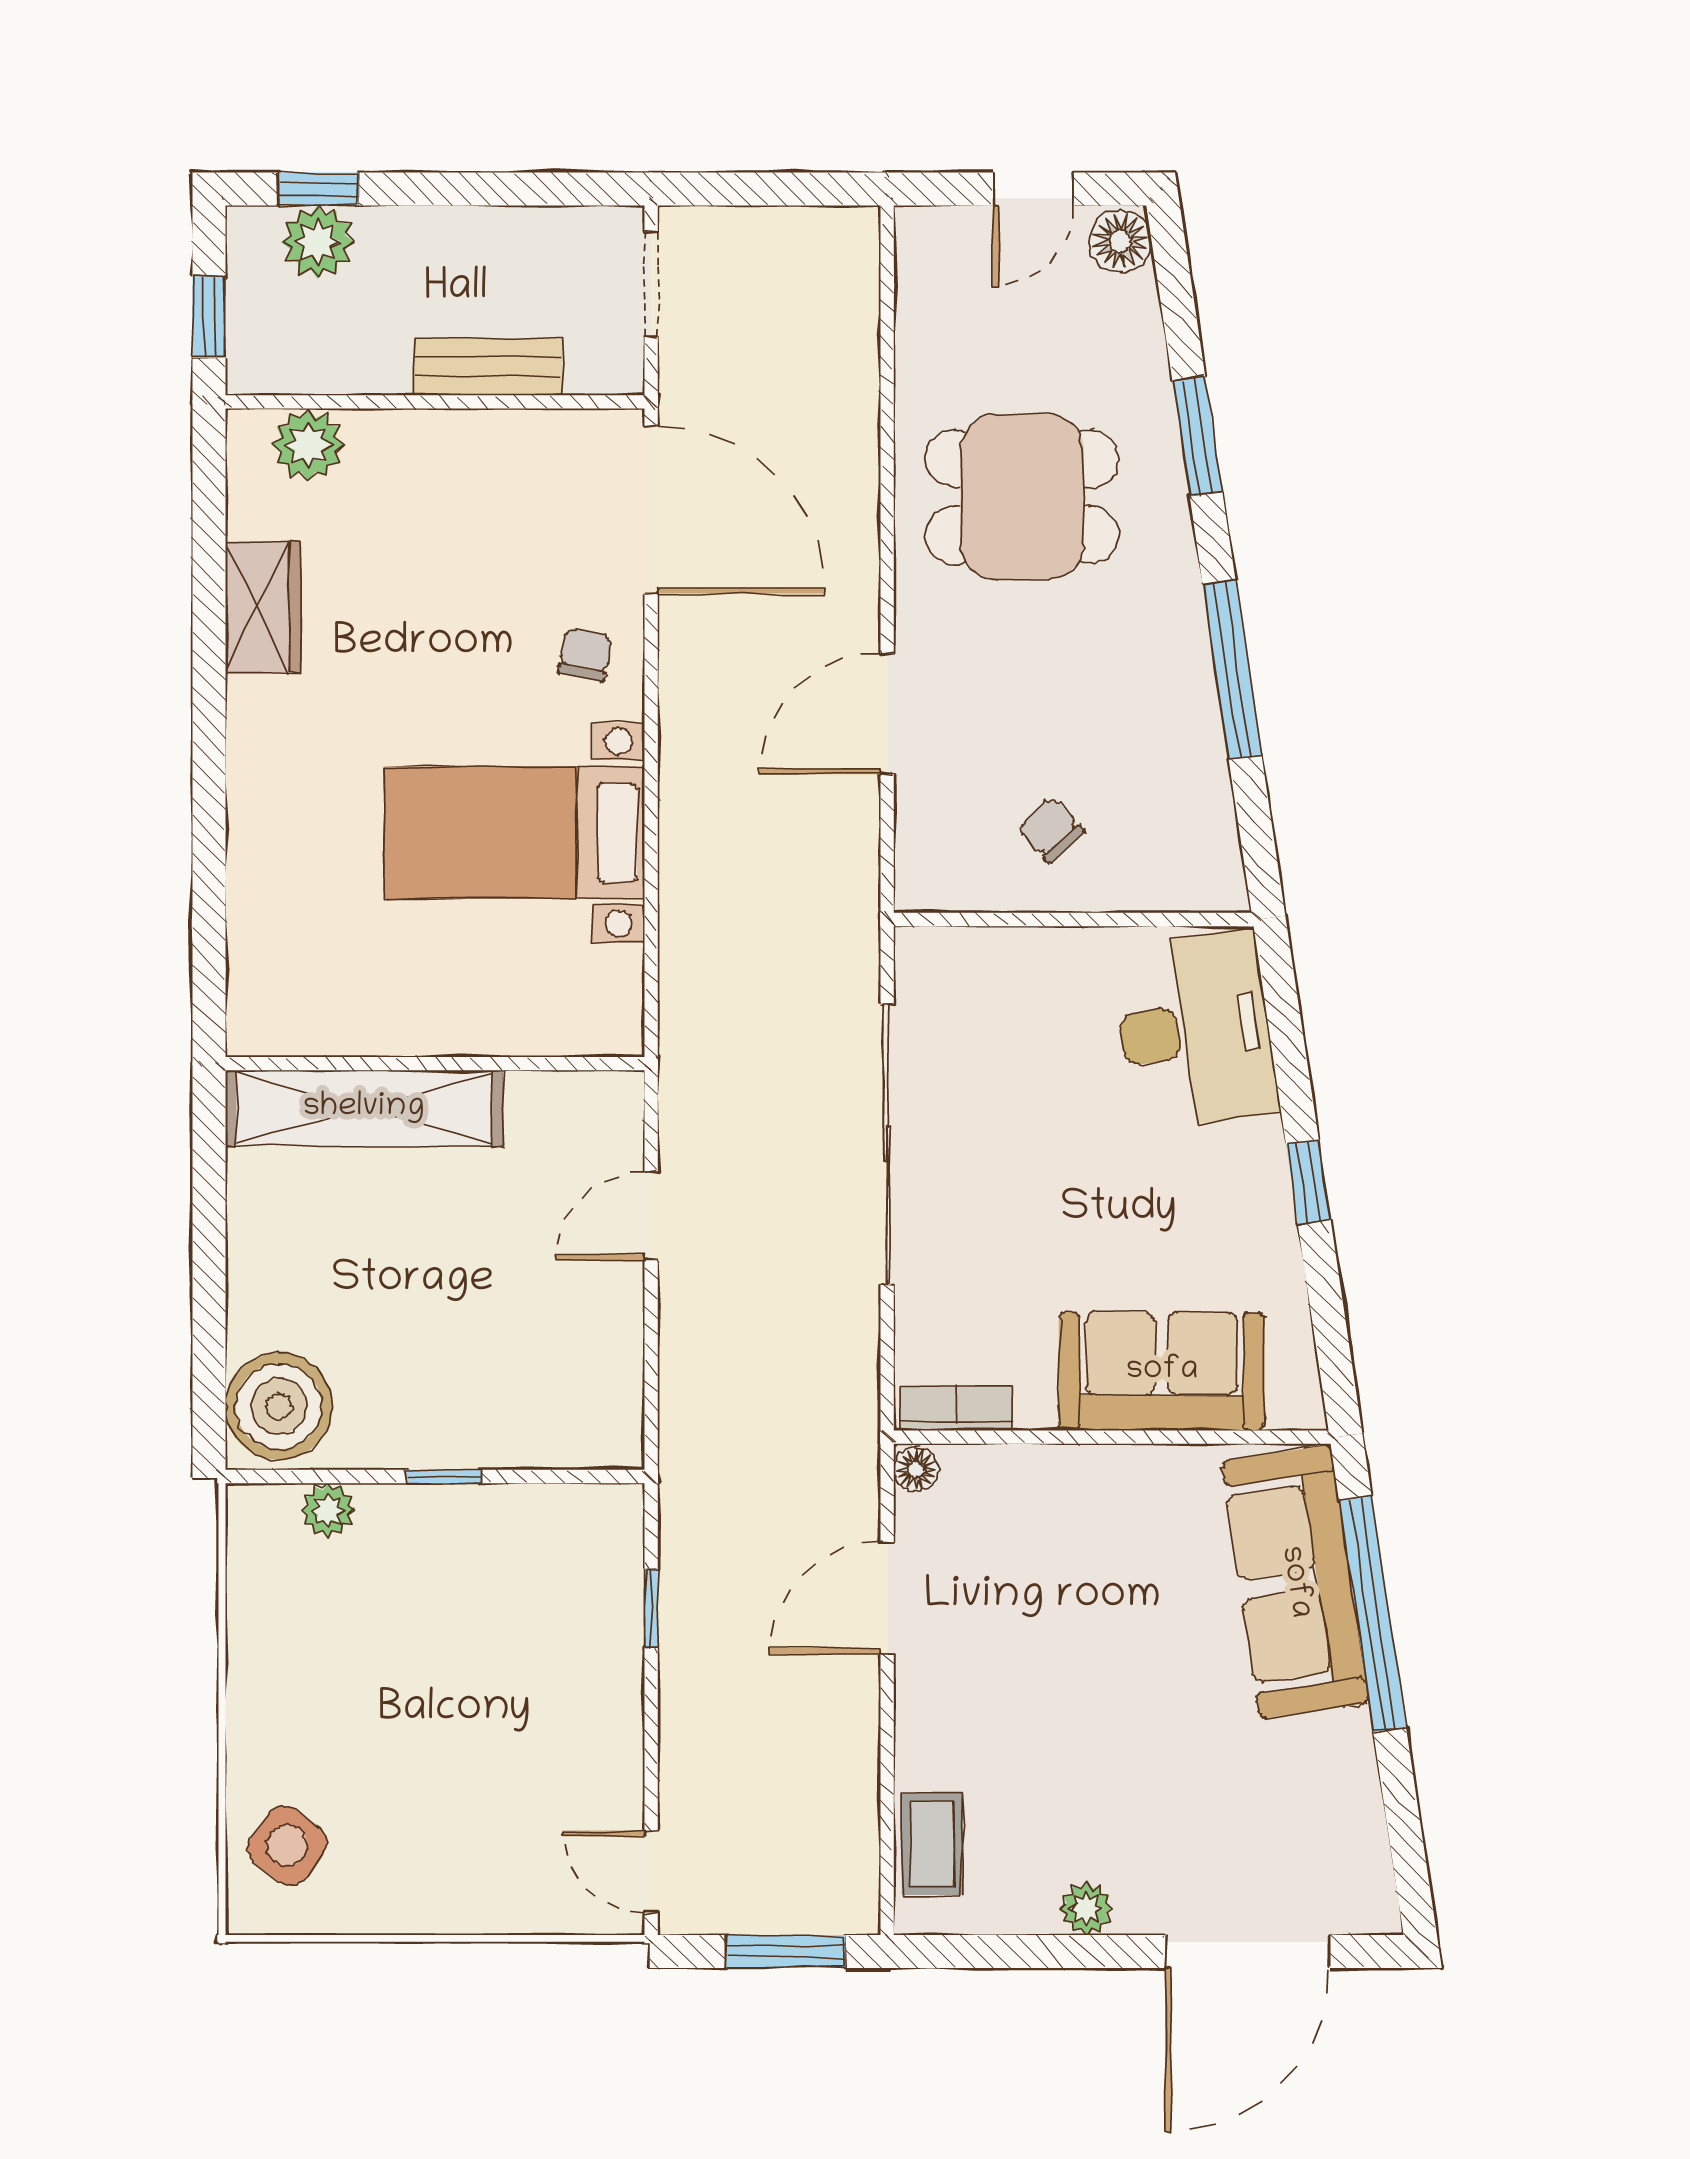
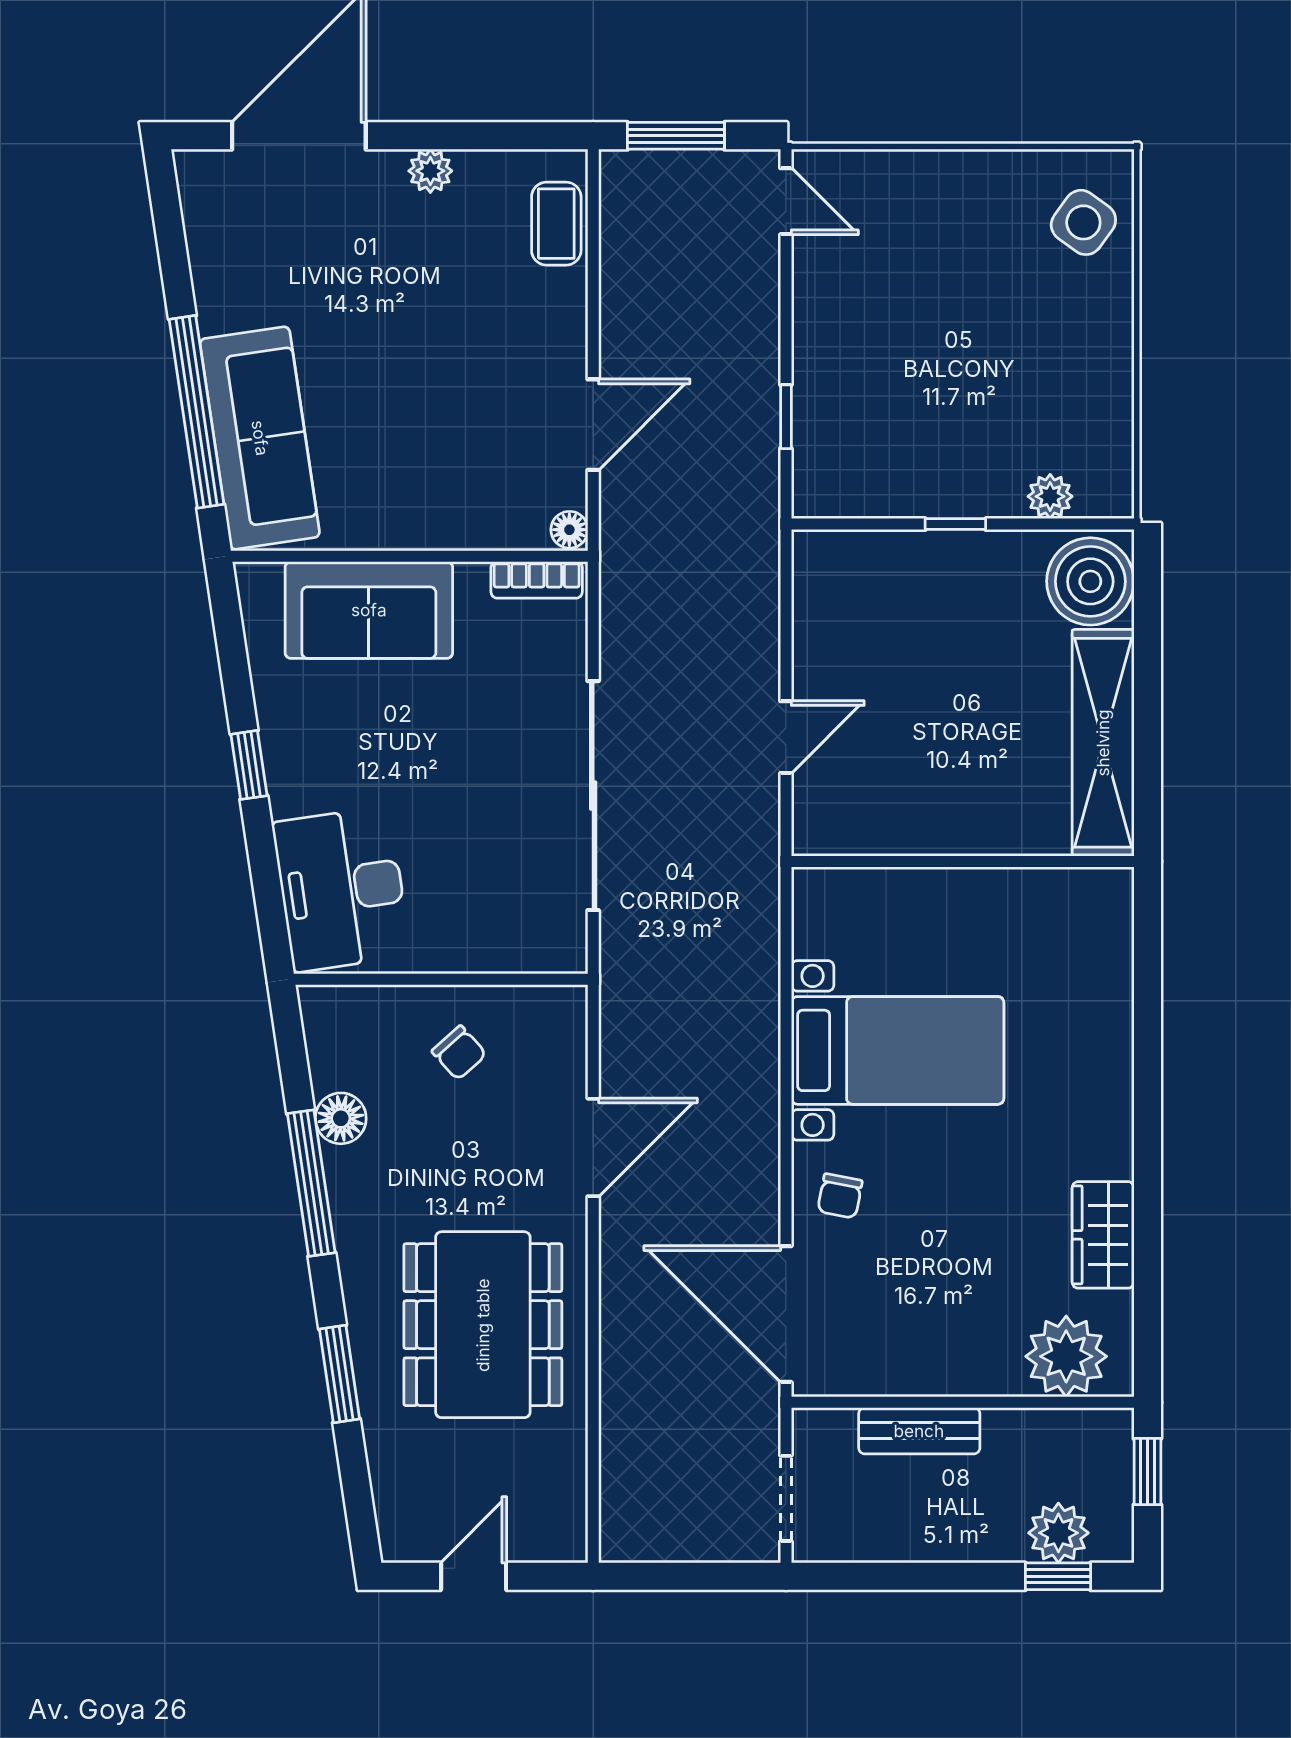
floor lamp: (1120, 242) -> (341, 1118), moved
plant: (308, 445) -> (1066, 1356), width x1.36, depth x1.36
dining table: (1022, 497) -> (483, 1325), width x1.38
shelving: (364, 1108) -> (1103, 743), moved, turned 90

